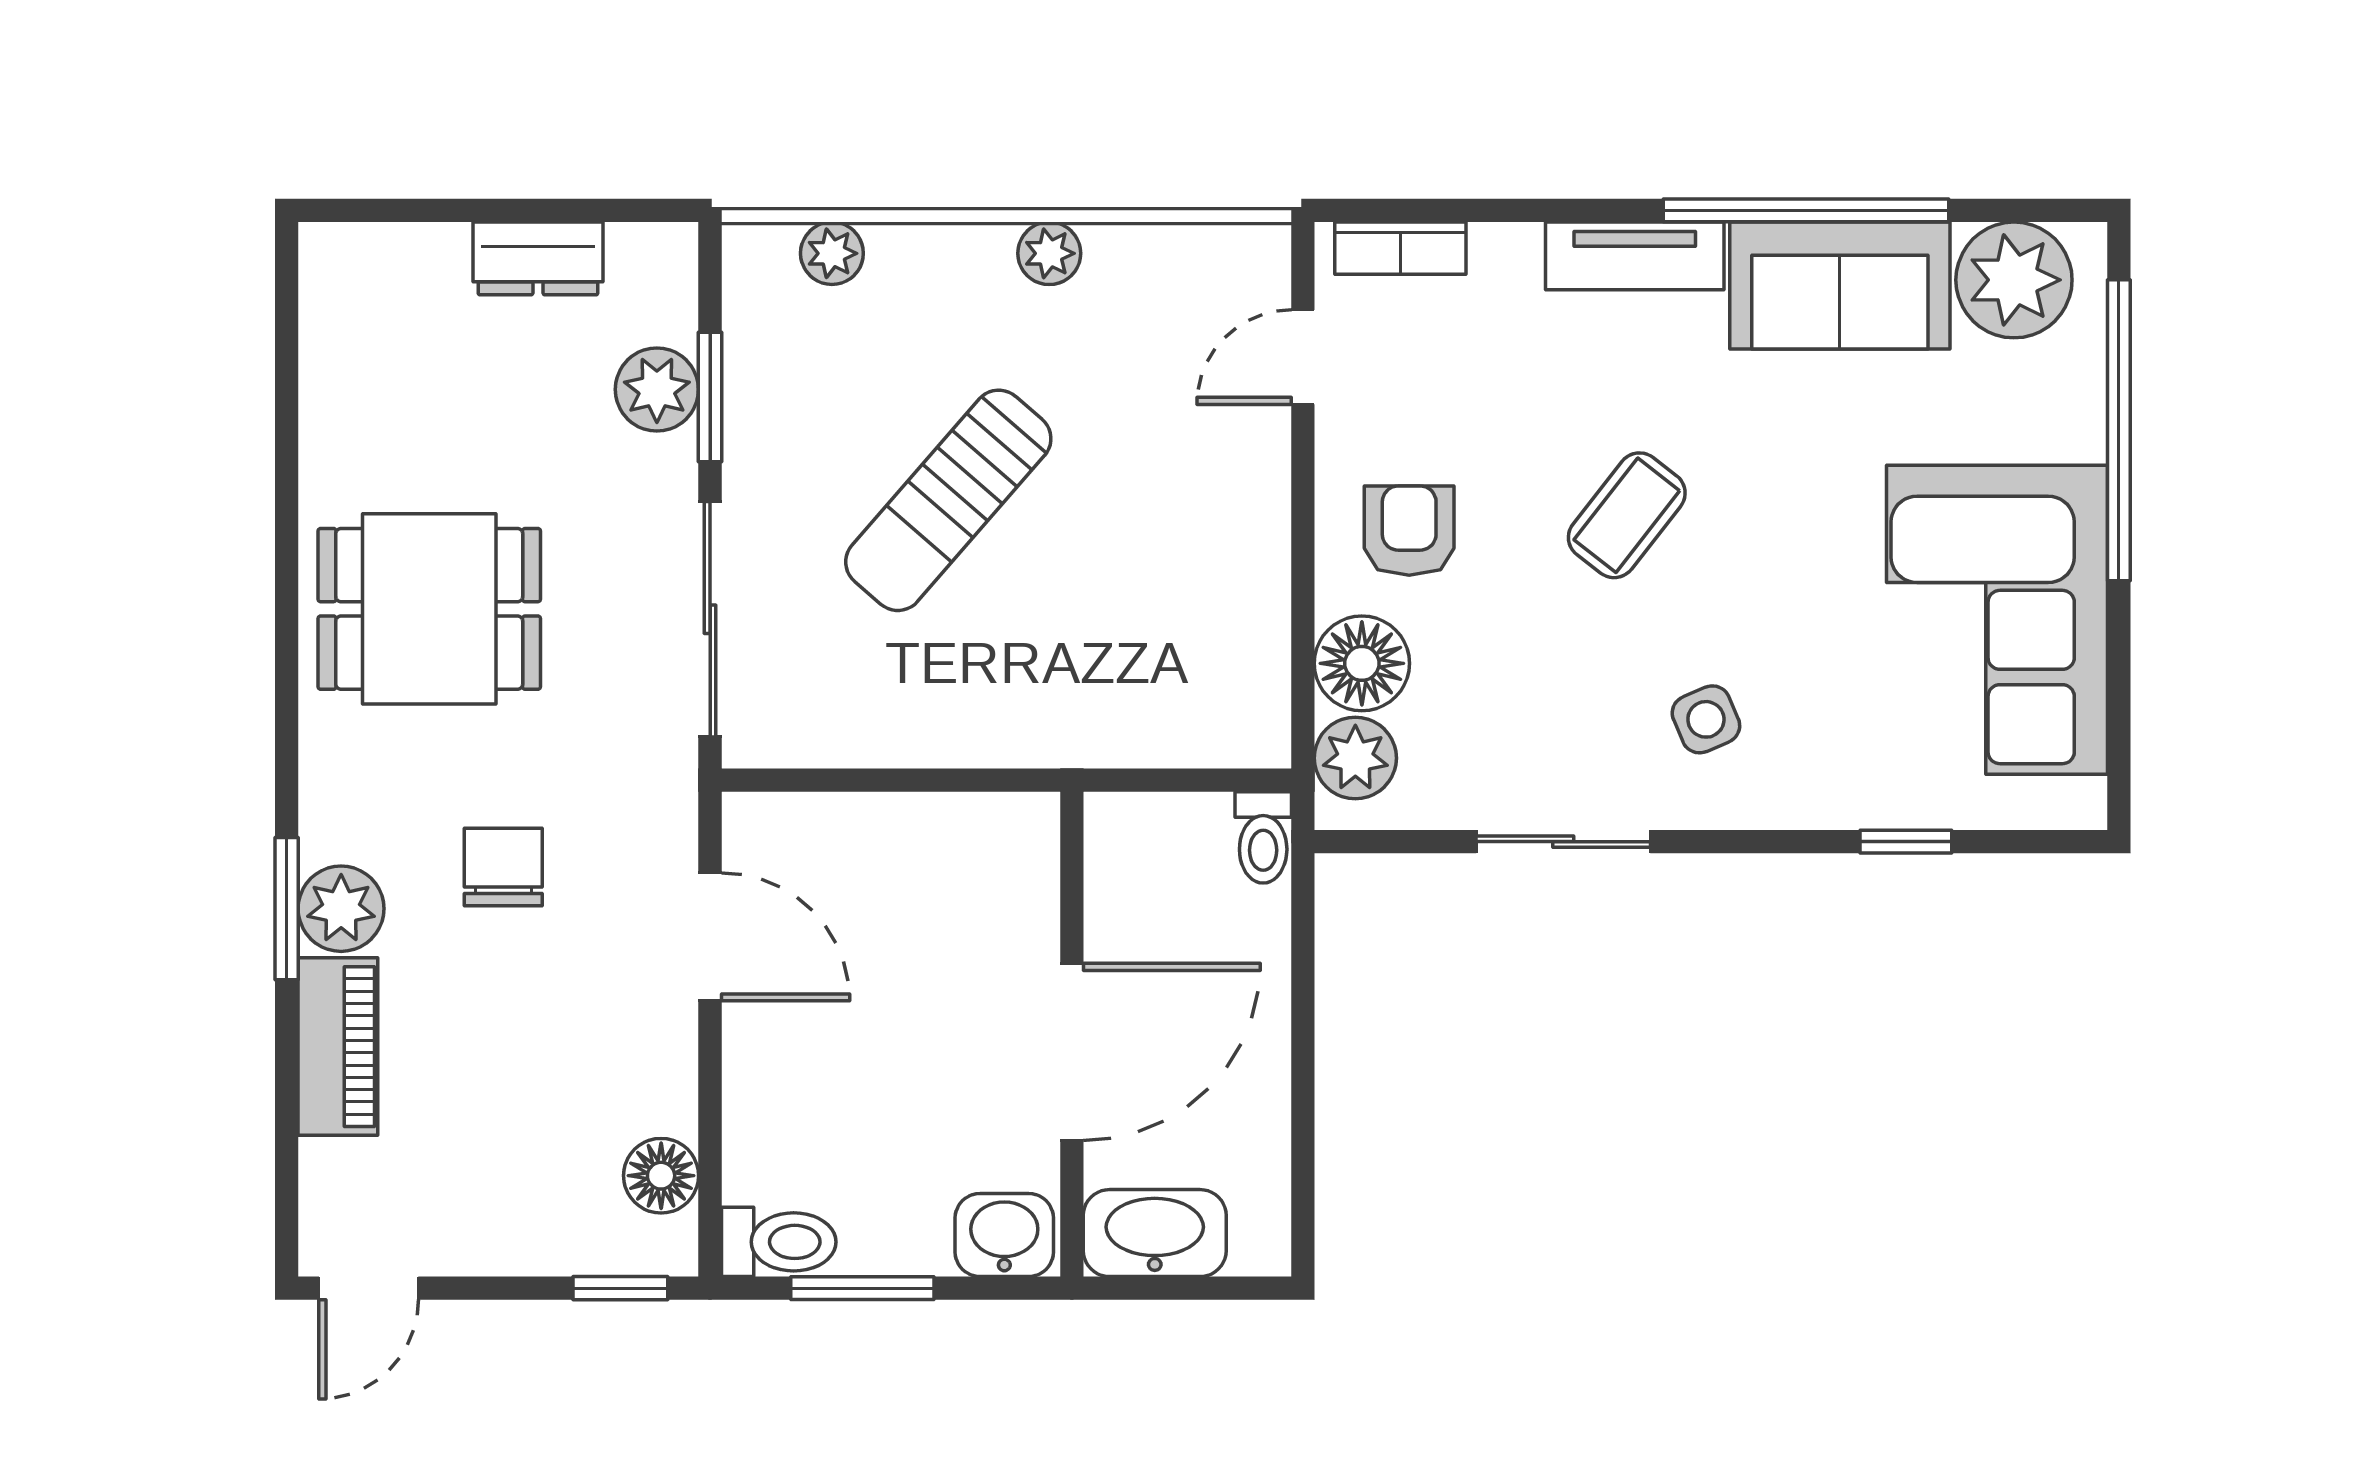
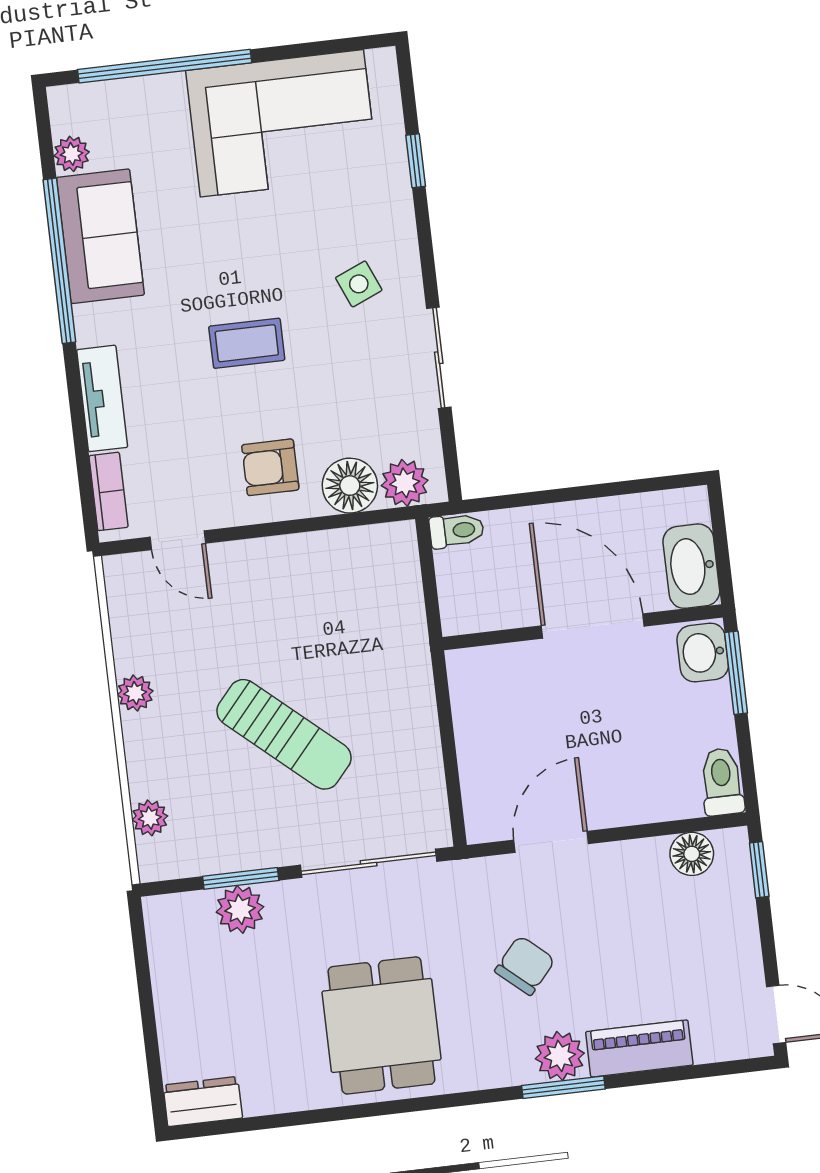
tv unit: (1635, 256) -> (102, 398), moved
dresser: (538, 258) -> (203, 1102), moved, turned -90
plant: (2014, 280) -> (72, 154), width x0.53, depth x0.53
coffee table: (1627, 515) -> (247, 343), turned -38
chair: (503, 867) -> (525, 965), turned 131
window: (862, 1288) -> (736, 673), moved

